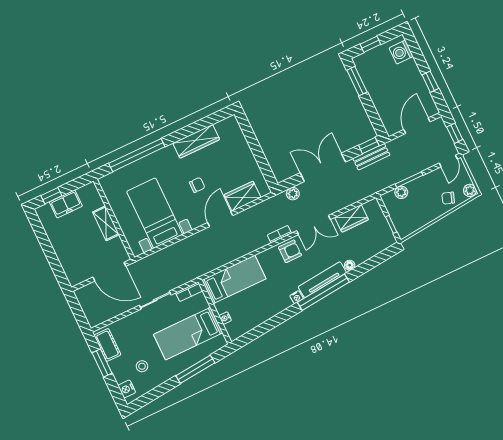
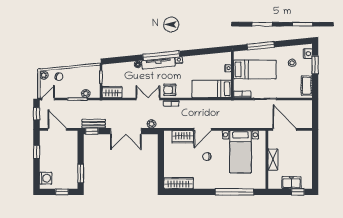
door: (417, 126) -> (57, 129), swing flipped
wardrobe: (196, 141) -> (179, 183), moved
wardrobe: (352, 218) -> (112, 92), moved
window: (102, 363) -> (315, 65), moved

